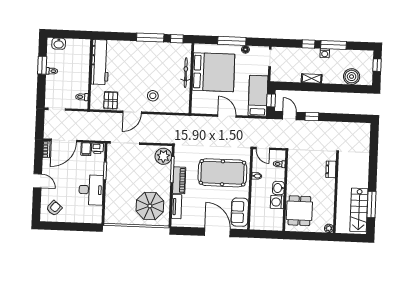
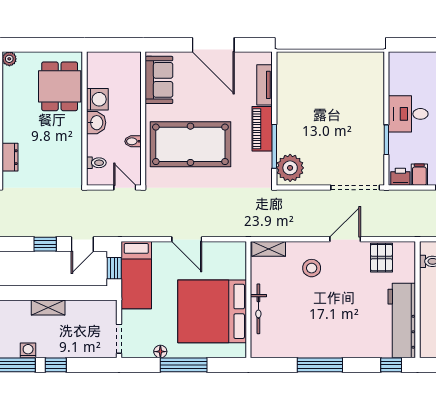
window: (177, 39) -> (391, 365), moved
shelving: (178, 108) -> (269, 249), added
door: (290, 116) -> (82, 244), hinge flipped
desk: (91, 190) -> (408, 114), width x0.73
parasol: (150, 206) -> (309, 84), removed
door: (217, 232) -> (213, 45), moved

